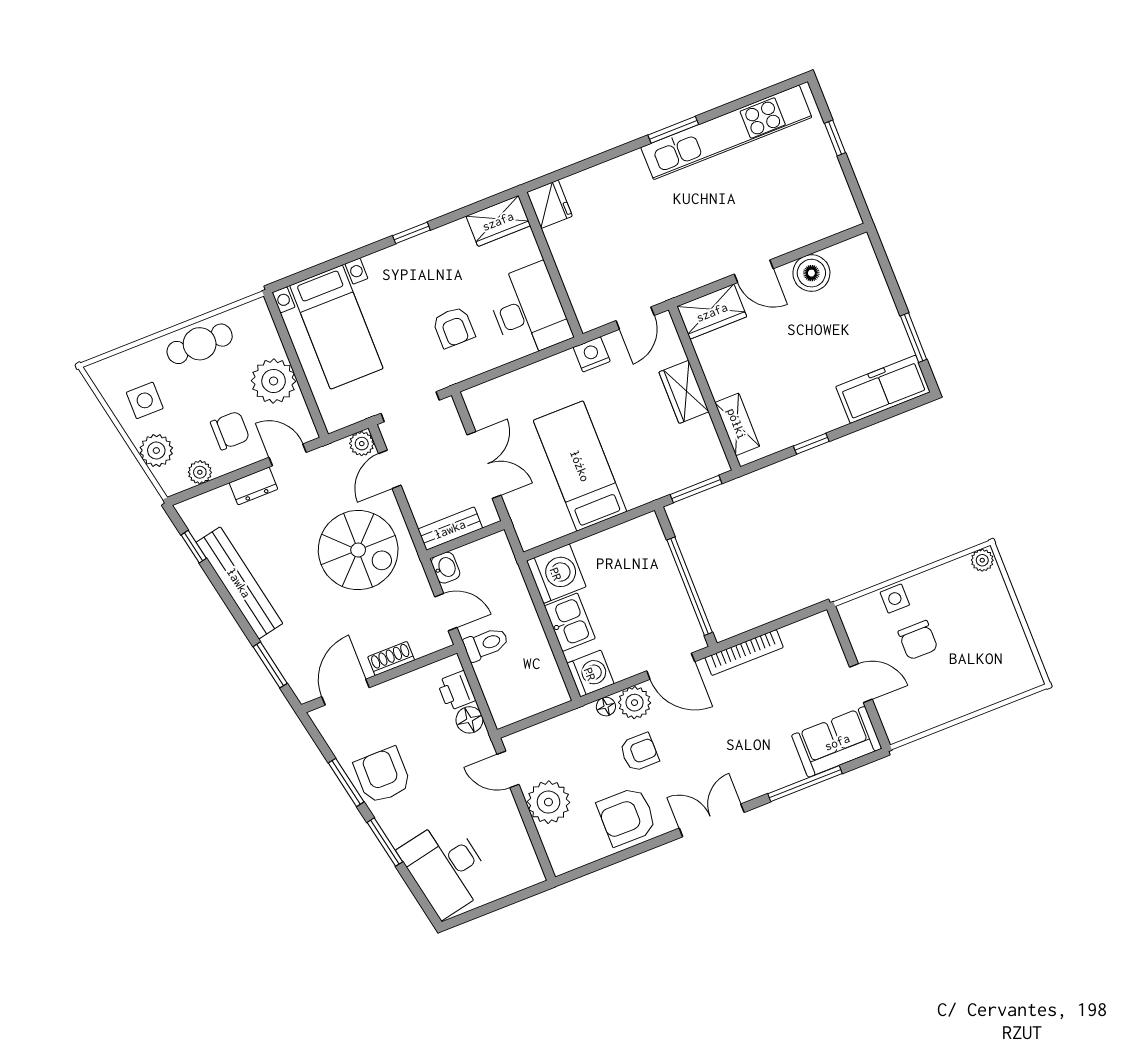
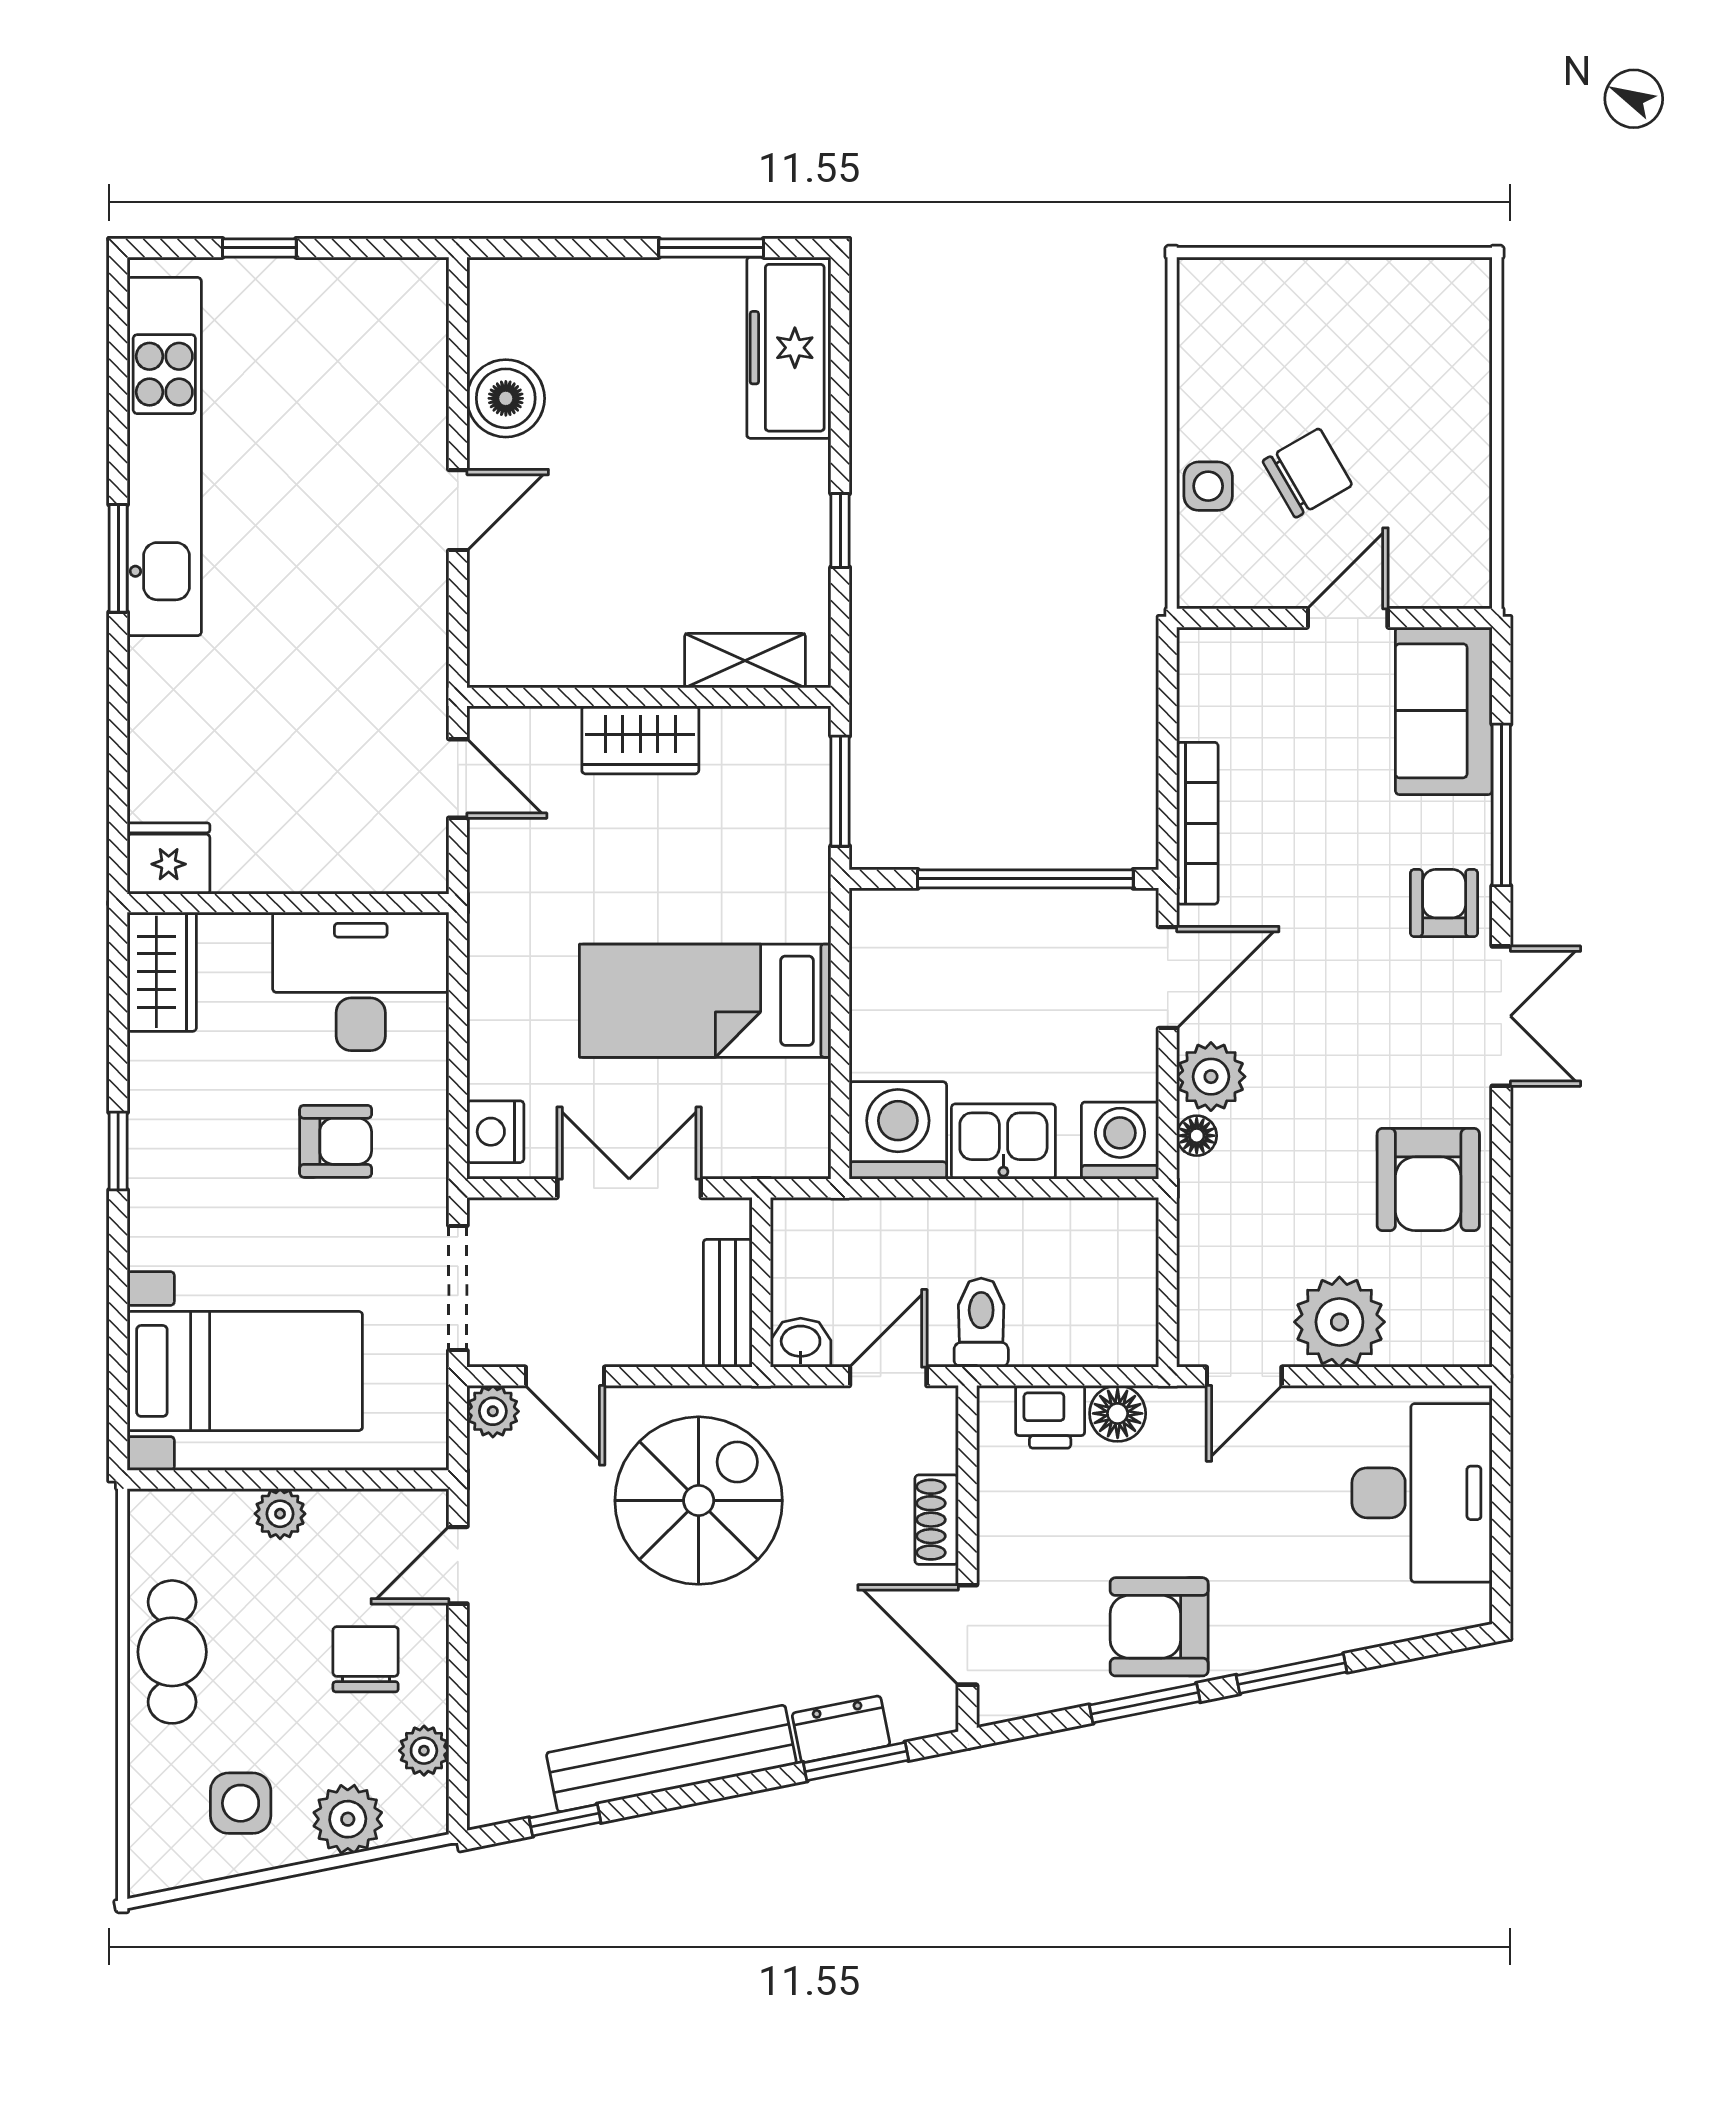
wardrobe: (712, 312) -> (504, 623), removed
nightstand: (592, 354) -> (495, 1132), moved
plant: (274, 381) -> (280, 1514), width x0.53, depth x0.53
dresser: (254, 486) -> (841, 1729), moved, turned -101
plant: (982, 560) -> (1200, 285), removed
chair: (918, 640) -> (1307, 473), turned -30
armchair: (639, 752) -> (1444, 903), moved
double door: (712, 820) -> (1501, 1016), swing flipped
desk: (446, 868) -> (1422, 1493), moved, turned -79

